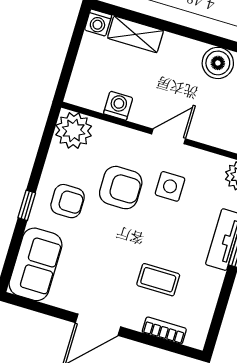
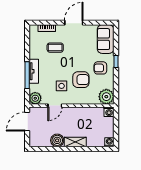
shelving: (135, 34) -> (75, 142), moved
washing machine: (118, 106) -> (109, 112), moved
door: (168, 136) -> (55, 106), moved
armchair: (121, 188) -> (81, 80), turned 180

